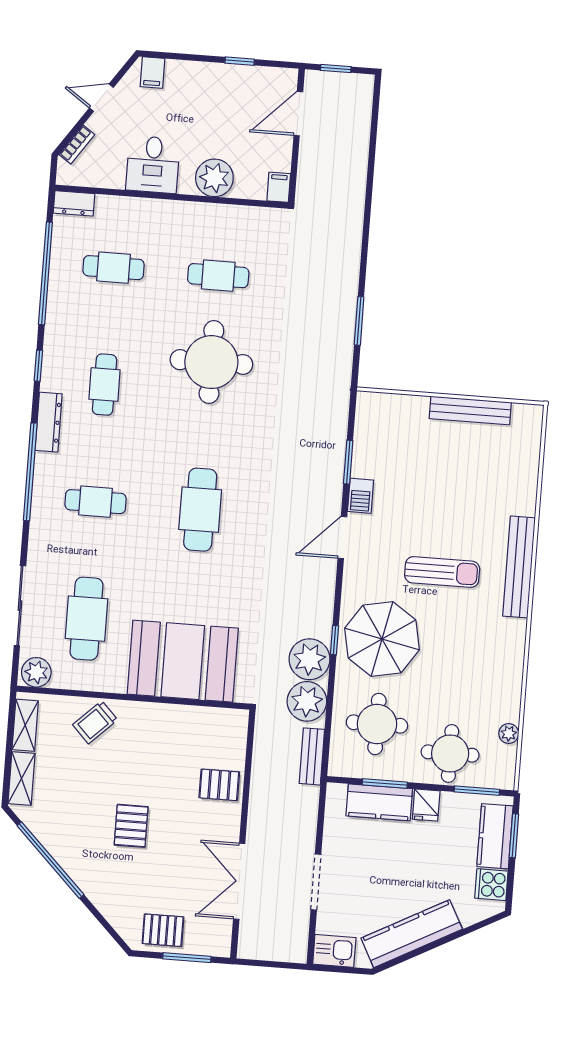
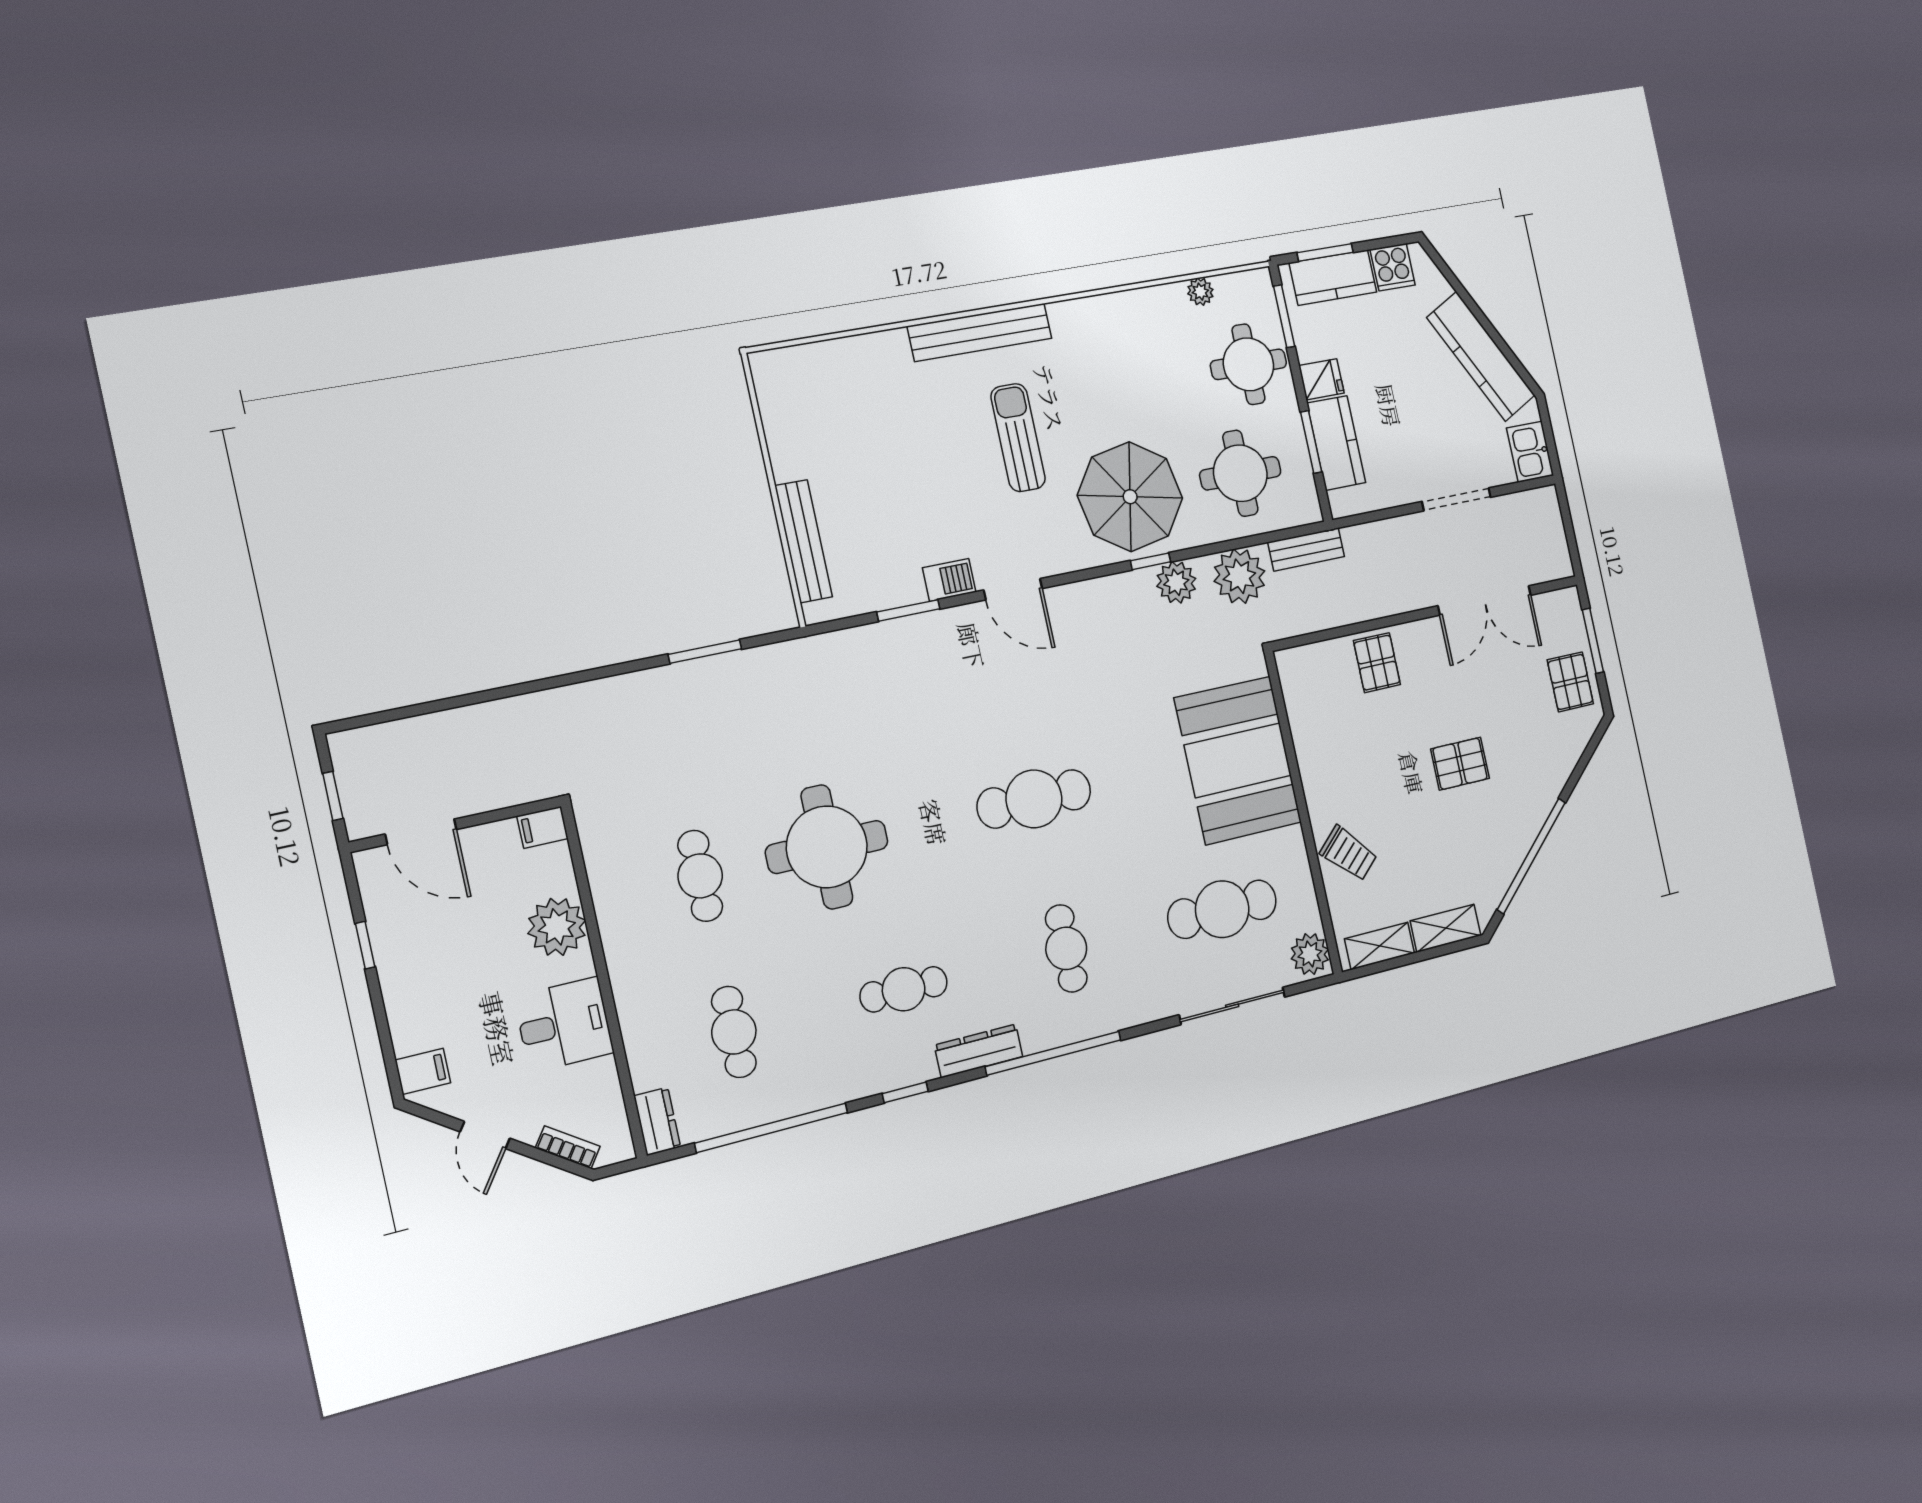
bench: (470, 410) -> (804, 541), moved
plant: (309, 659) -> (1176, 582), width x0.73, depth x0.73

